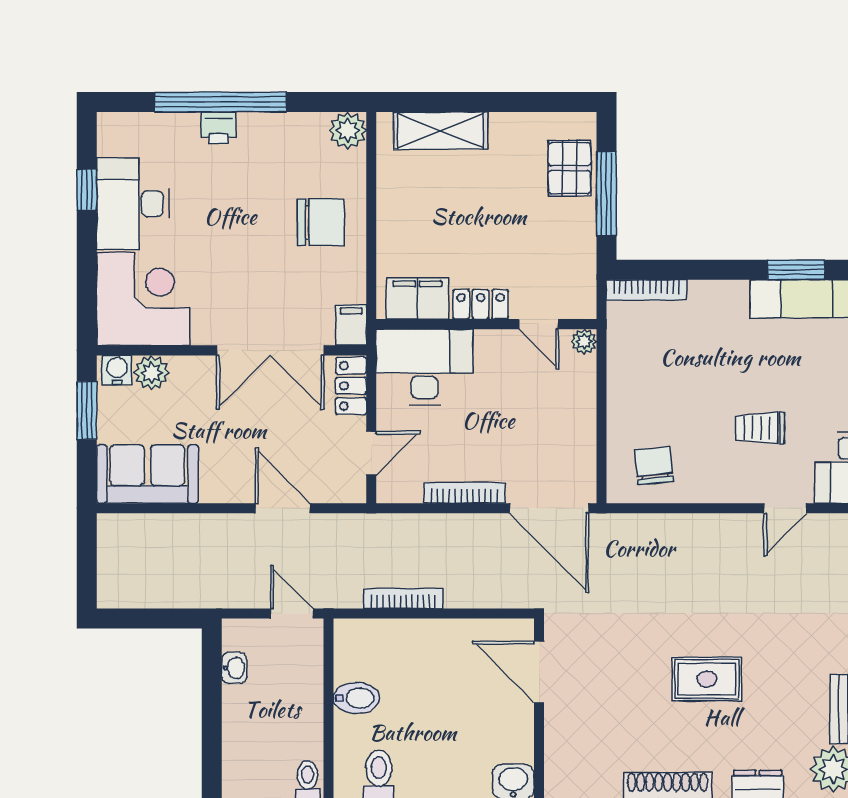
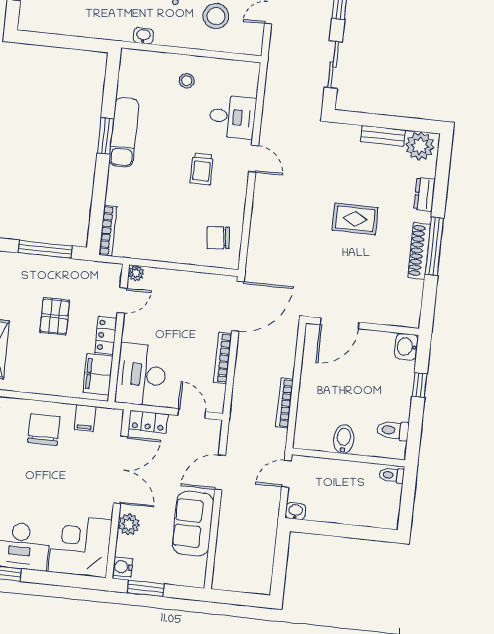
pallet: (570, 168) -> (55, 316), moved, turned 90
filing cabinet: (351, 325) -> (85, 418), moved, turned -90
plant: (152, 373) -> (129, 524), moved
sofa: (147, 474) -> (193, 524), moved
washbasin: (234, 668) -> (295, 511), moved
rug: (707, 679) -> (355, 219), turned 90

